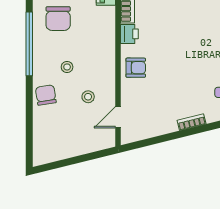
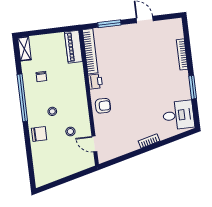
chair: (58, 19) -> (41, 76), width x0.54, depth x0.54
chair: (46, 95) -> (39, 134), turned 99
door: (118, 117) -> (94, 144), hinge flipped

